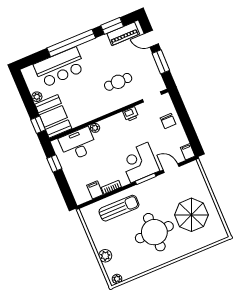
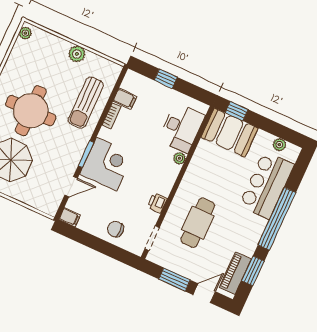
cafe table: (118, 82) -> (198, 223), width x1.37, depth x1.35
plant: (37, 97) -> (279, 145), moved
window: (54, 163) -> (166, 79), moved
plant: (105, 256) -> (77, 54), moved

